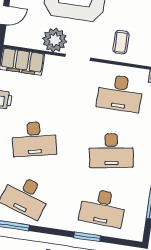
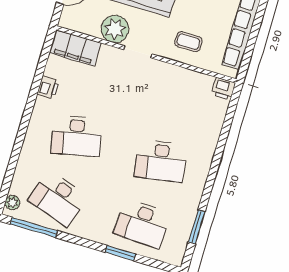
coffee table: (121, 42) -> (188, 42), turned 90
desk: (120, 93) -> (179, 98), removed

